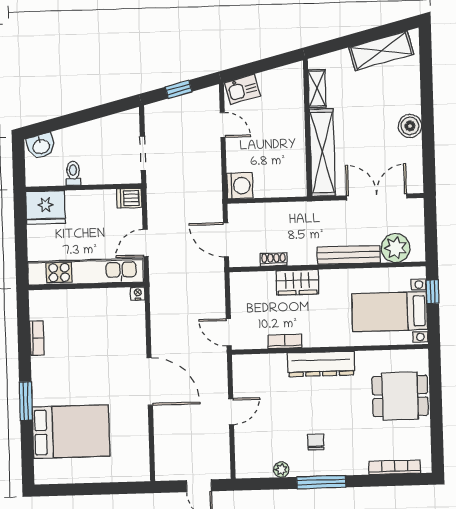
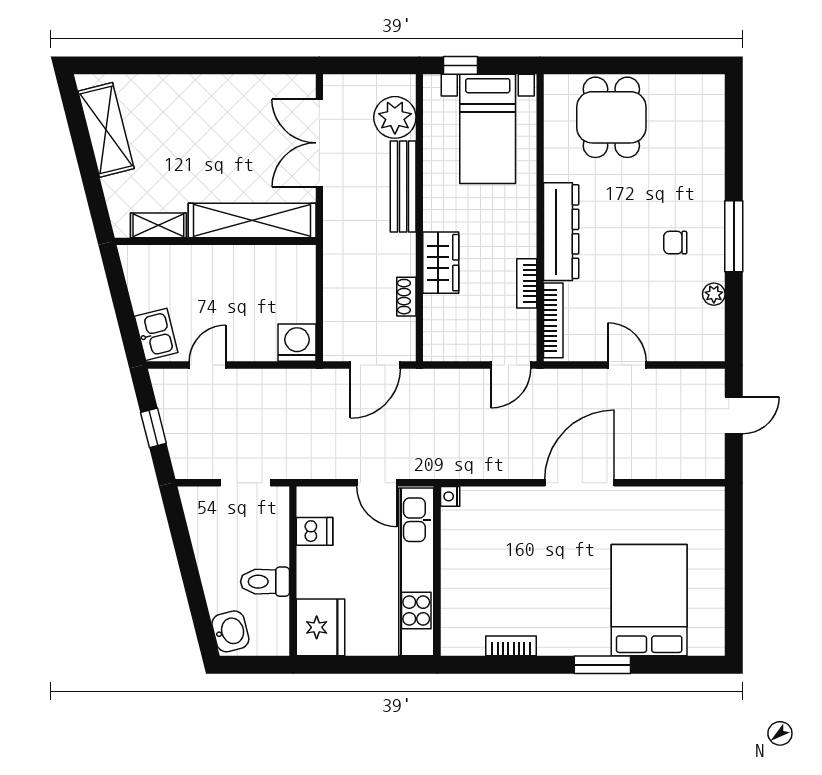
boiler: (410, 126) -> (217, 91), removed
toilet: (73, 173) -> (265, 582), width x1.37, depth x1.39
dishwasher: (129, 198) -> (314, 531), moved, turned -90
bookcase: (395, 467) -> (553, 320), moved, turned 180

